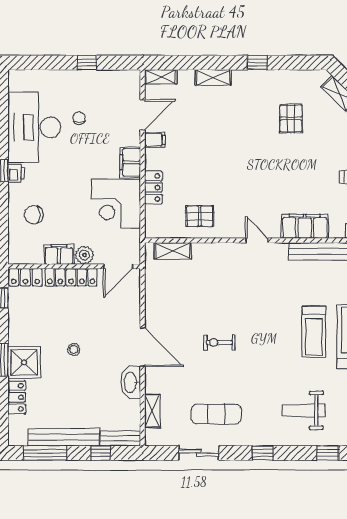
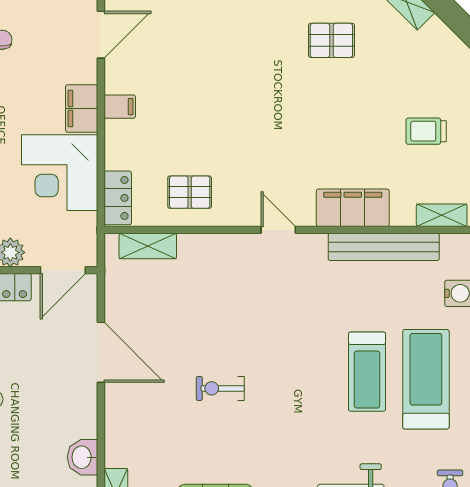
pallet: (291, 119) -> (331, 40), turned 90
filing cabinet: (155, 140) -> (120, 107), moved
locker: (153, 187) -> (118, 198), moved
door: (143, 347) -> (101, 352), moved
washbasin: (131, 382) -> (82, 457), width x0.72

